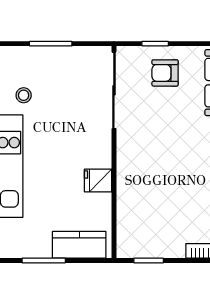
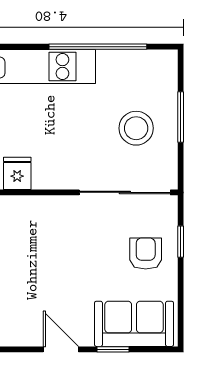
stool: (24, 95) -> (136, 128), moved, width x1.89, depth x1.89

